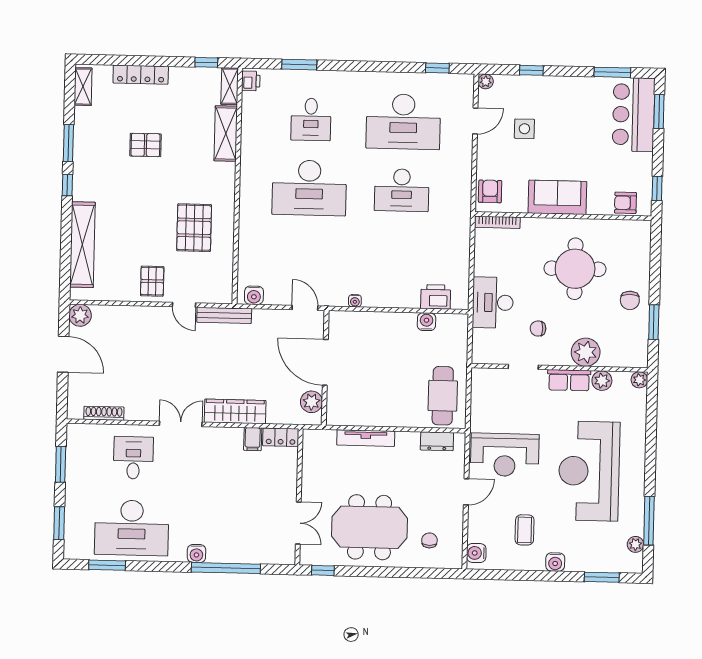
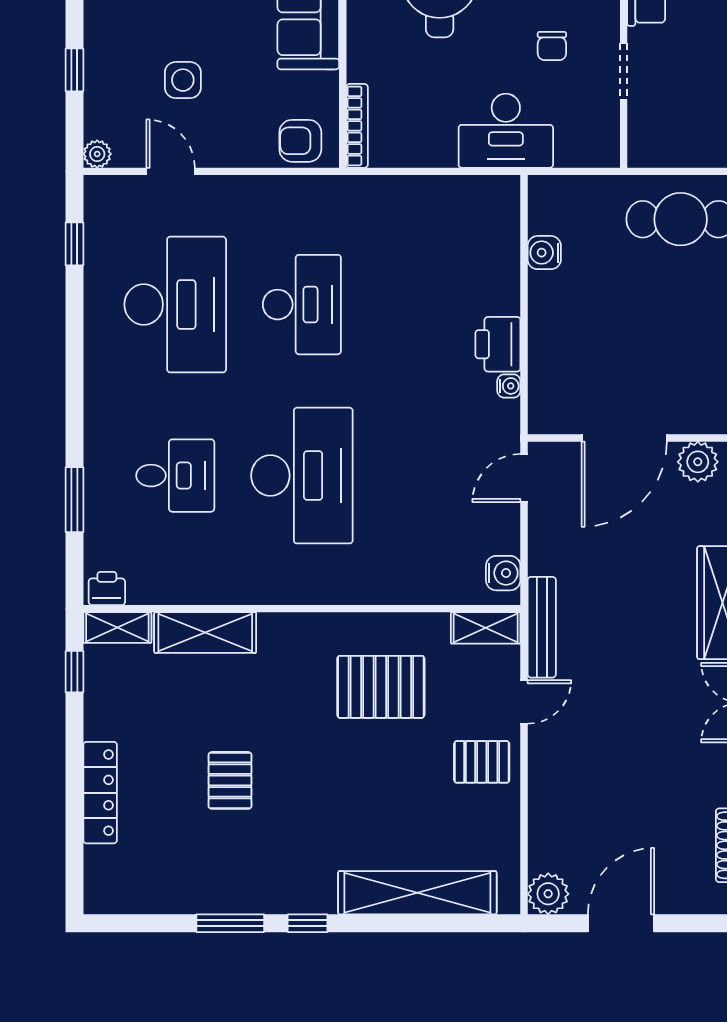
shelving: (83, 87) -> (486, 628), moved
printer: (436, 297) -> (498, 344), moved

